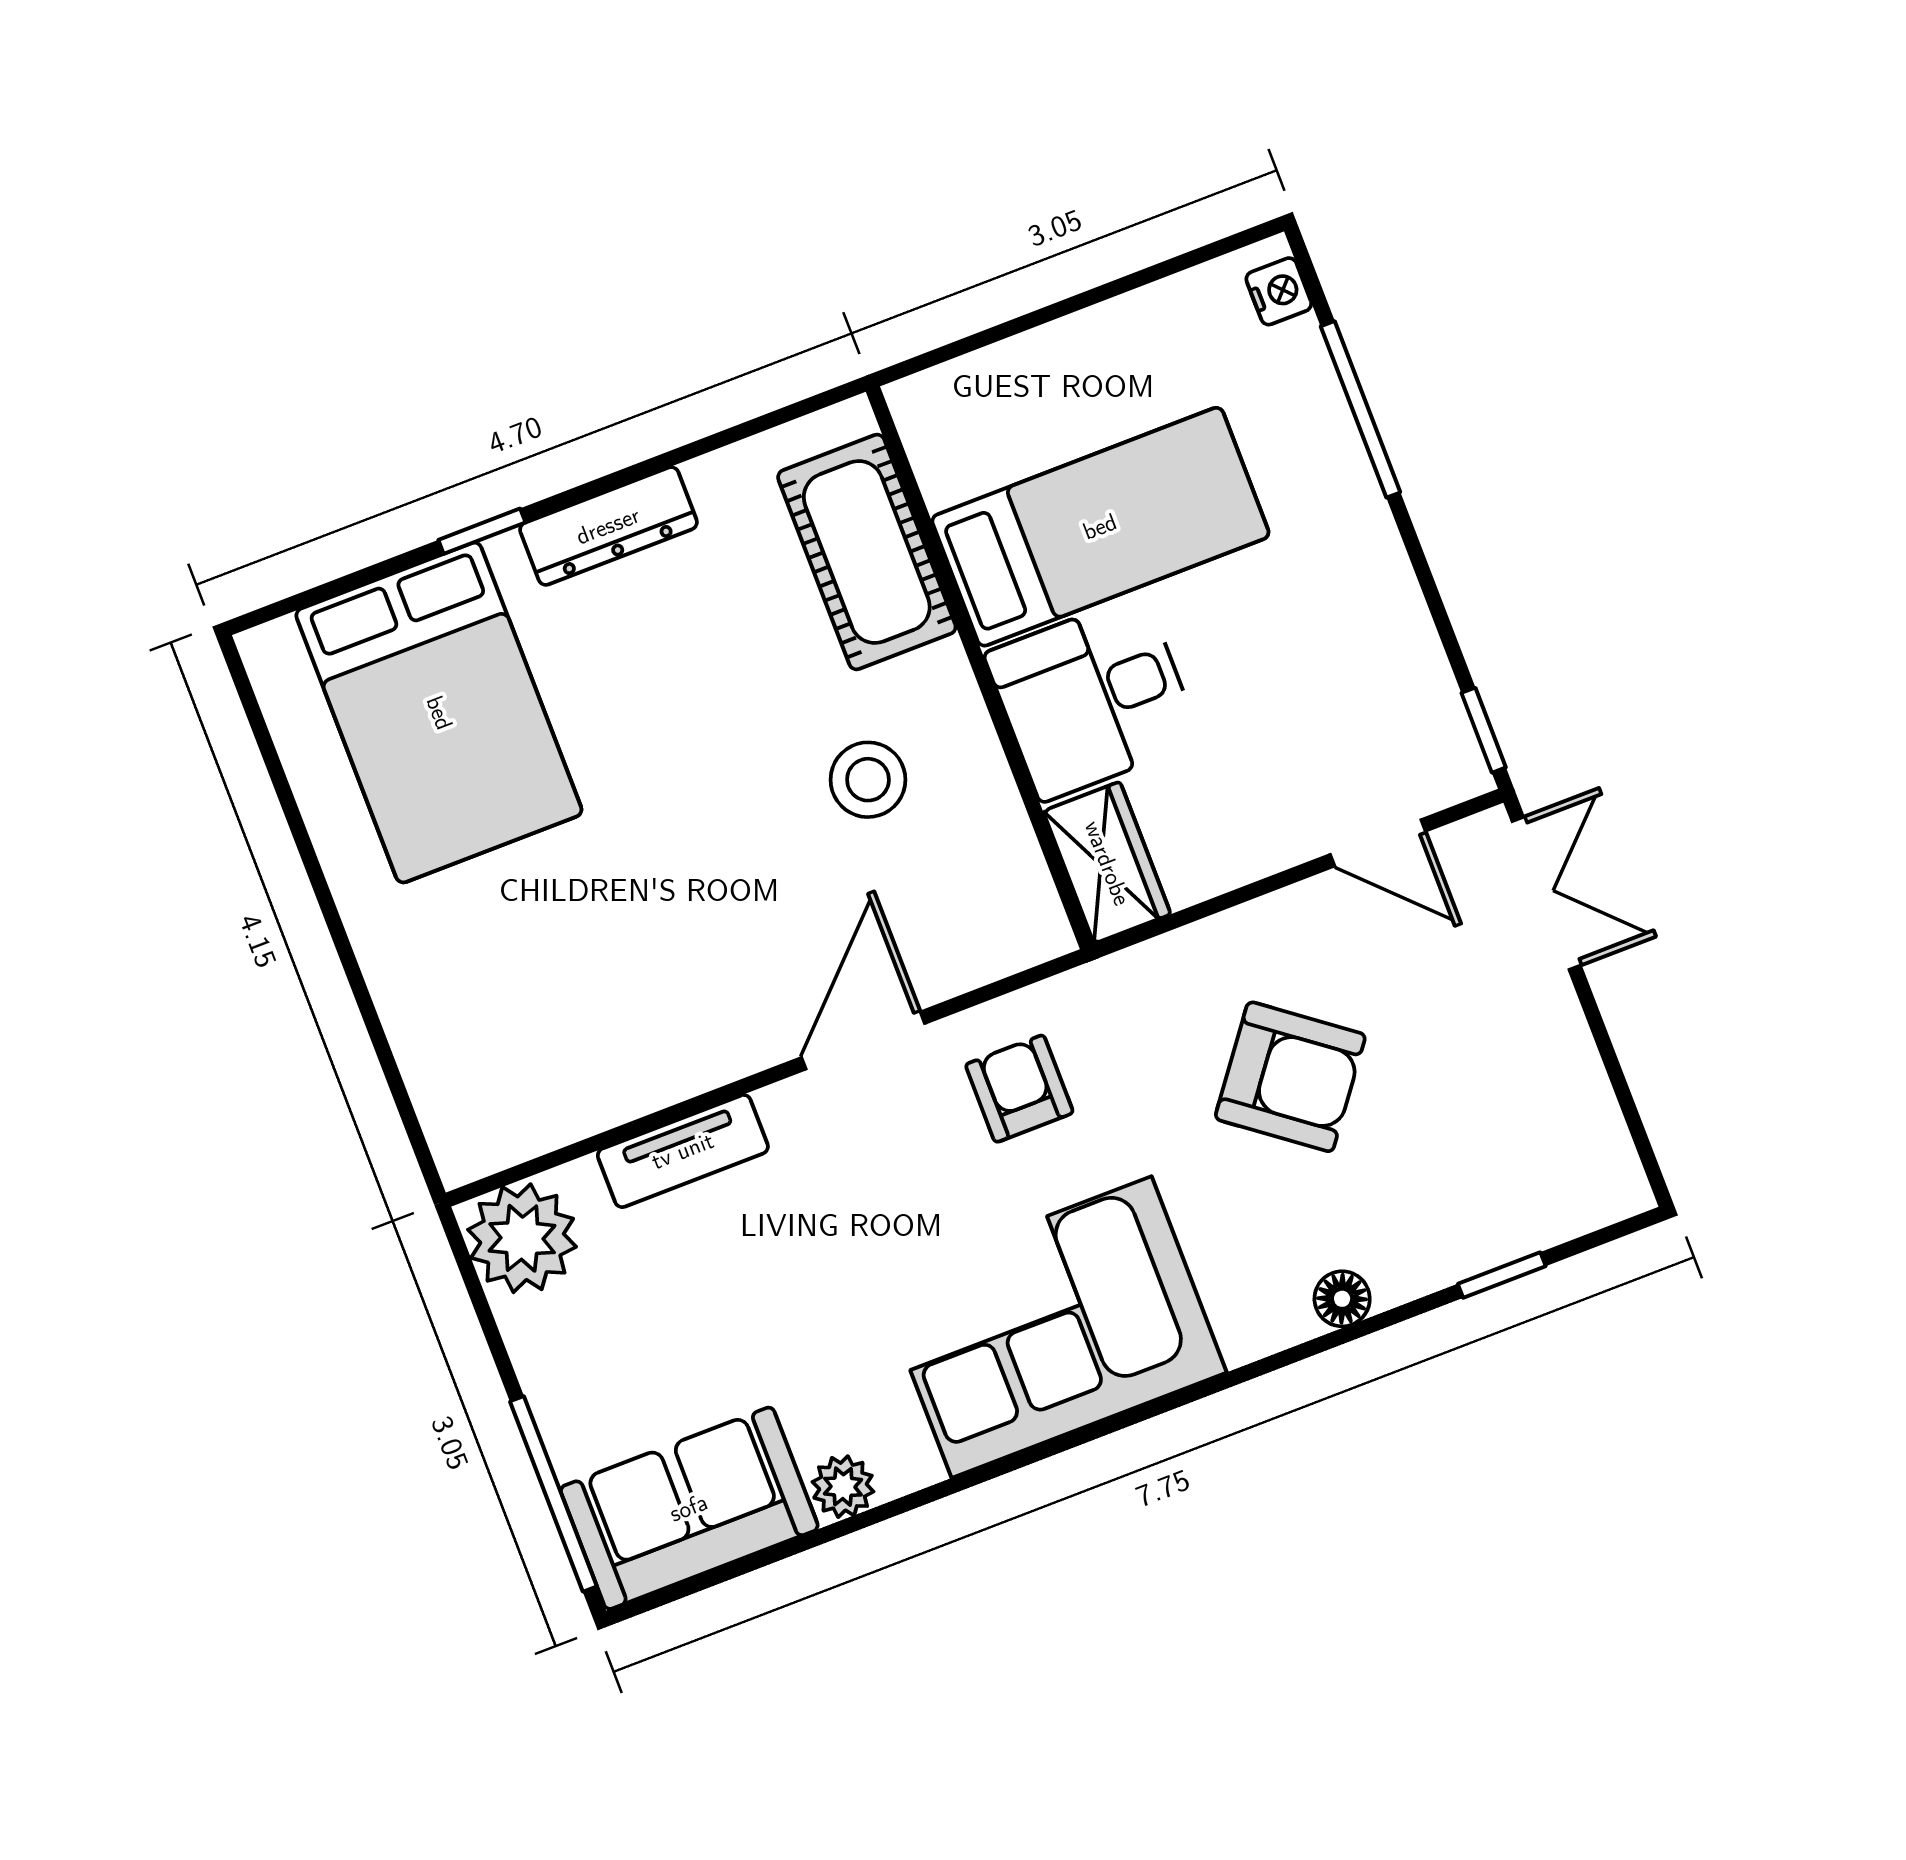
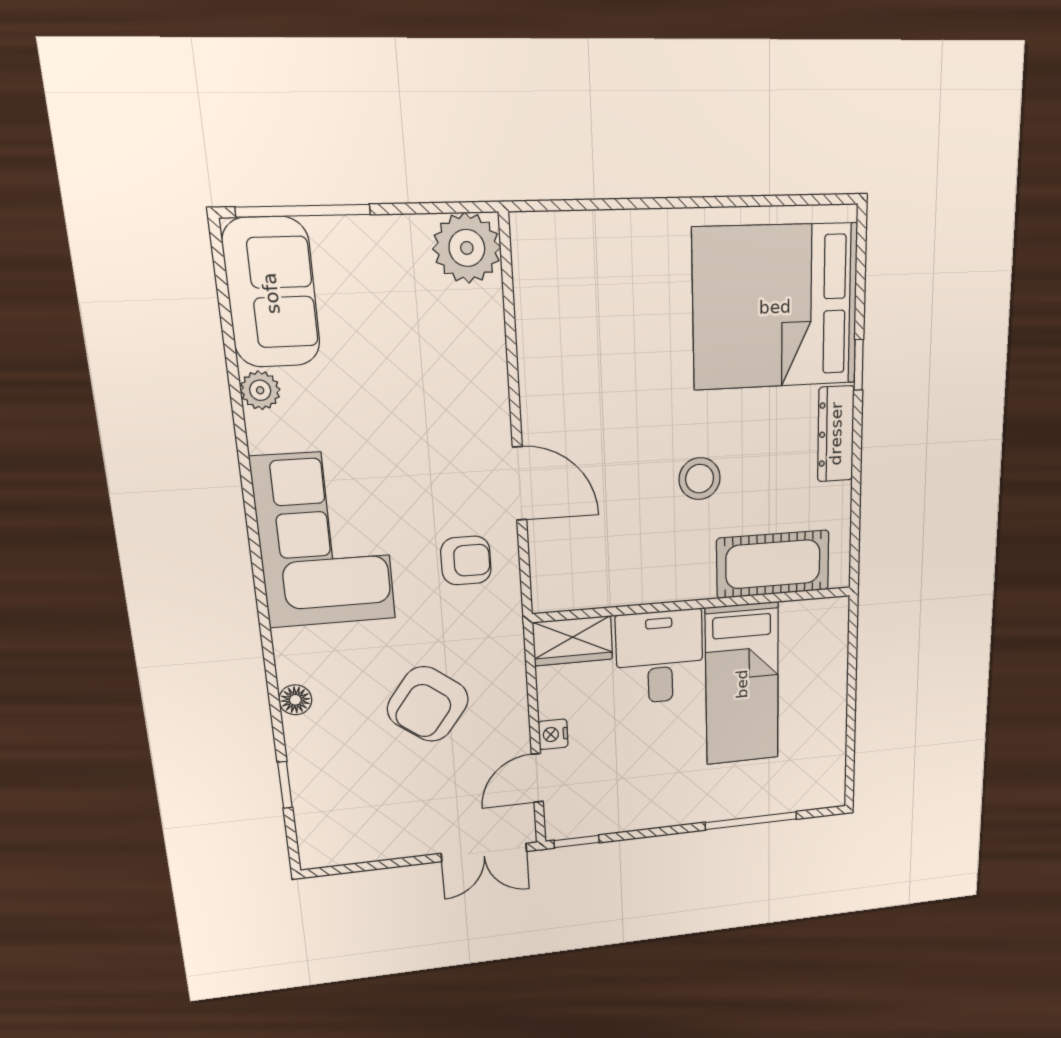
nightstand: (1279, 291) -> (553, 734), moved, turned 90
bed: (439, 713) -> (775, 307), width x1.36
stool: (868, 780) -> (700, 479), moved
tv unit: (683, 1151) -> (489, 362), removed

